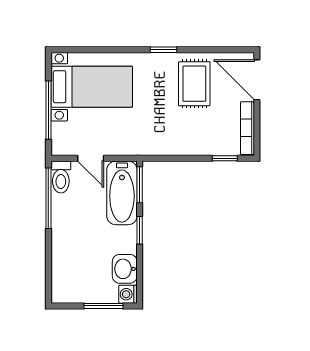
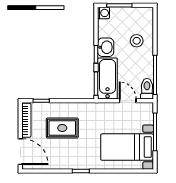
rug: (194, 84) -> (62, 128), moved, turned 90
stool: (77, 251) -> (137, 41), added
washbasin: (125, 269) -> (106, 47), moved

